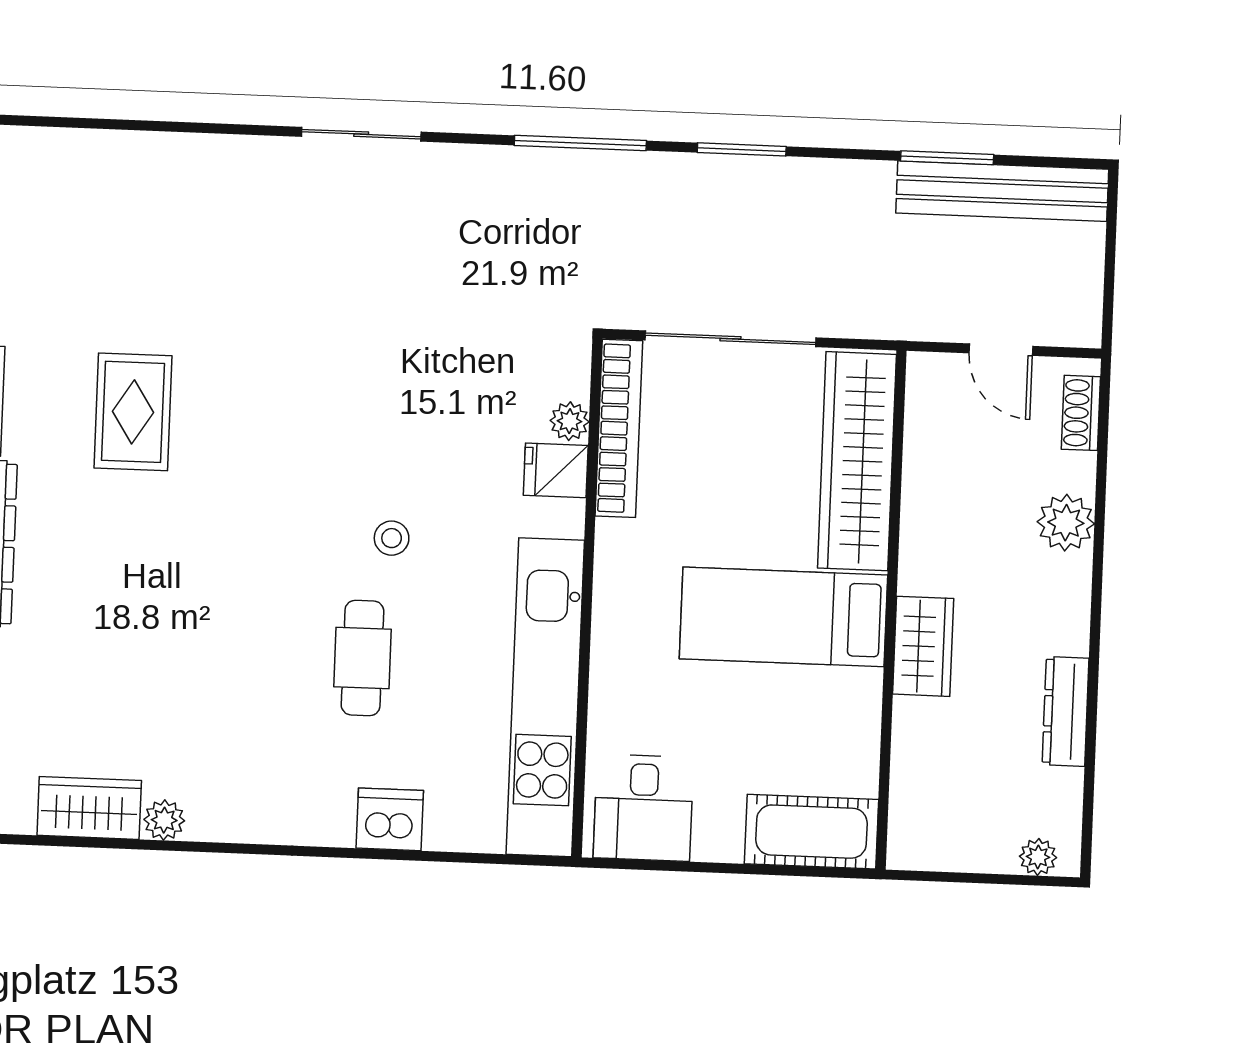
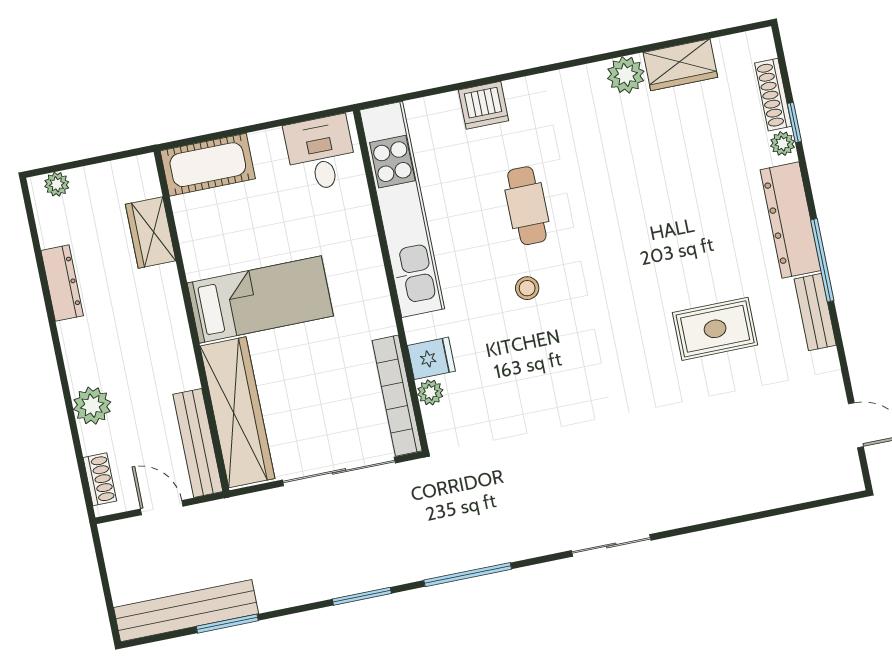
rug: (133, 412) -> (715, 329), turned 90
bench: (925, 431) -> (198, 443), added
wardrobe: (923, 646) -> (151, 232), moved
plant: (164, 820) -> (626, 75), width x1.38, depth x1.38

